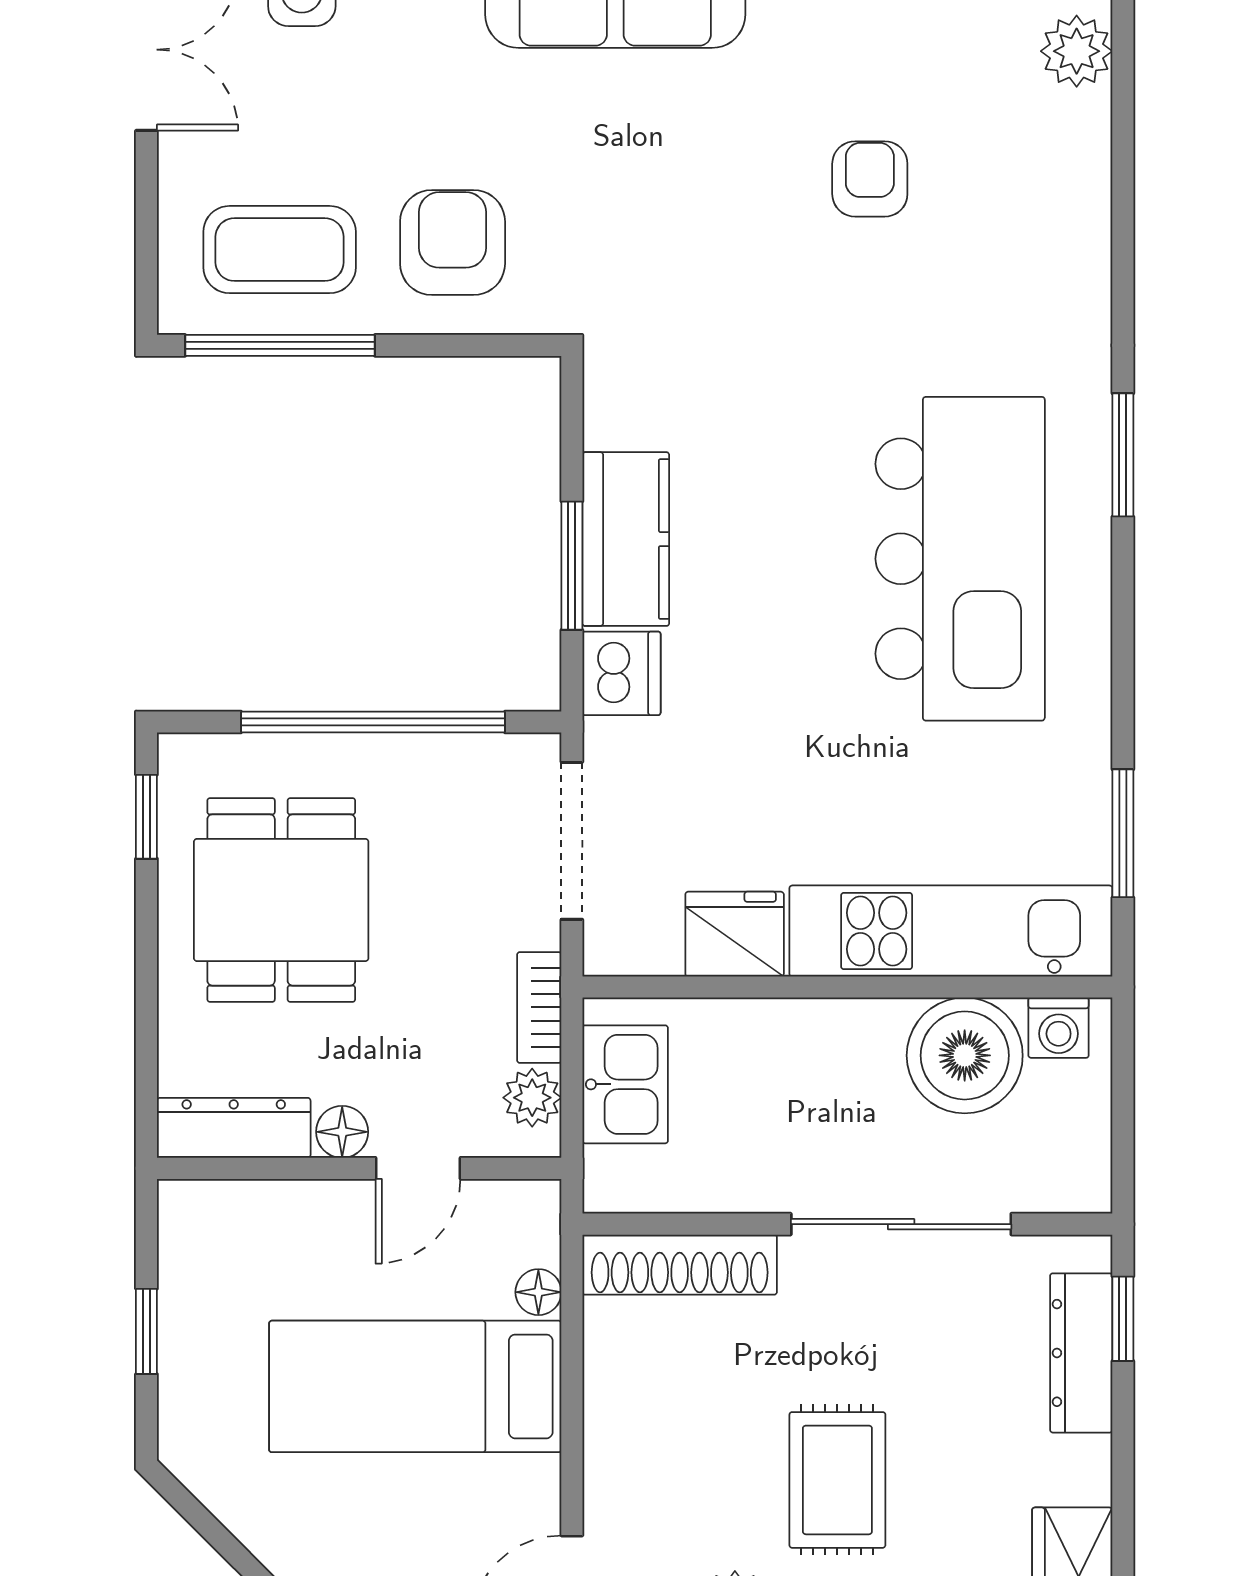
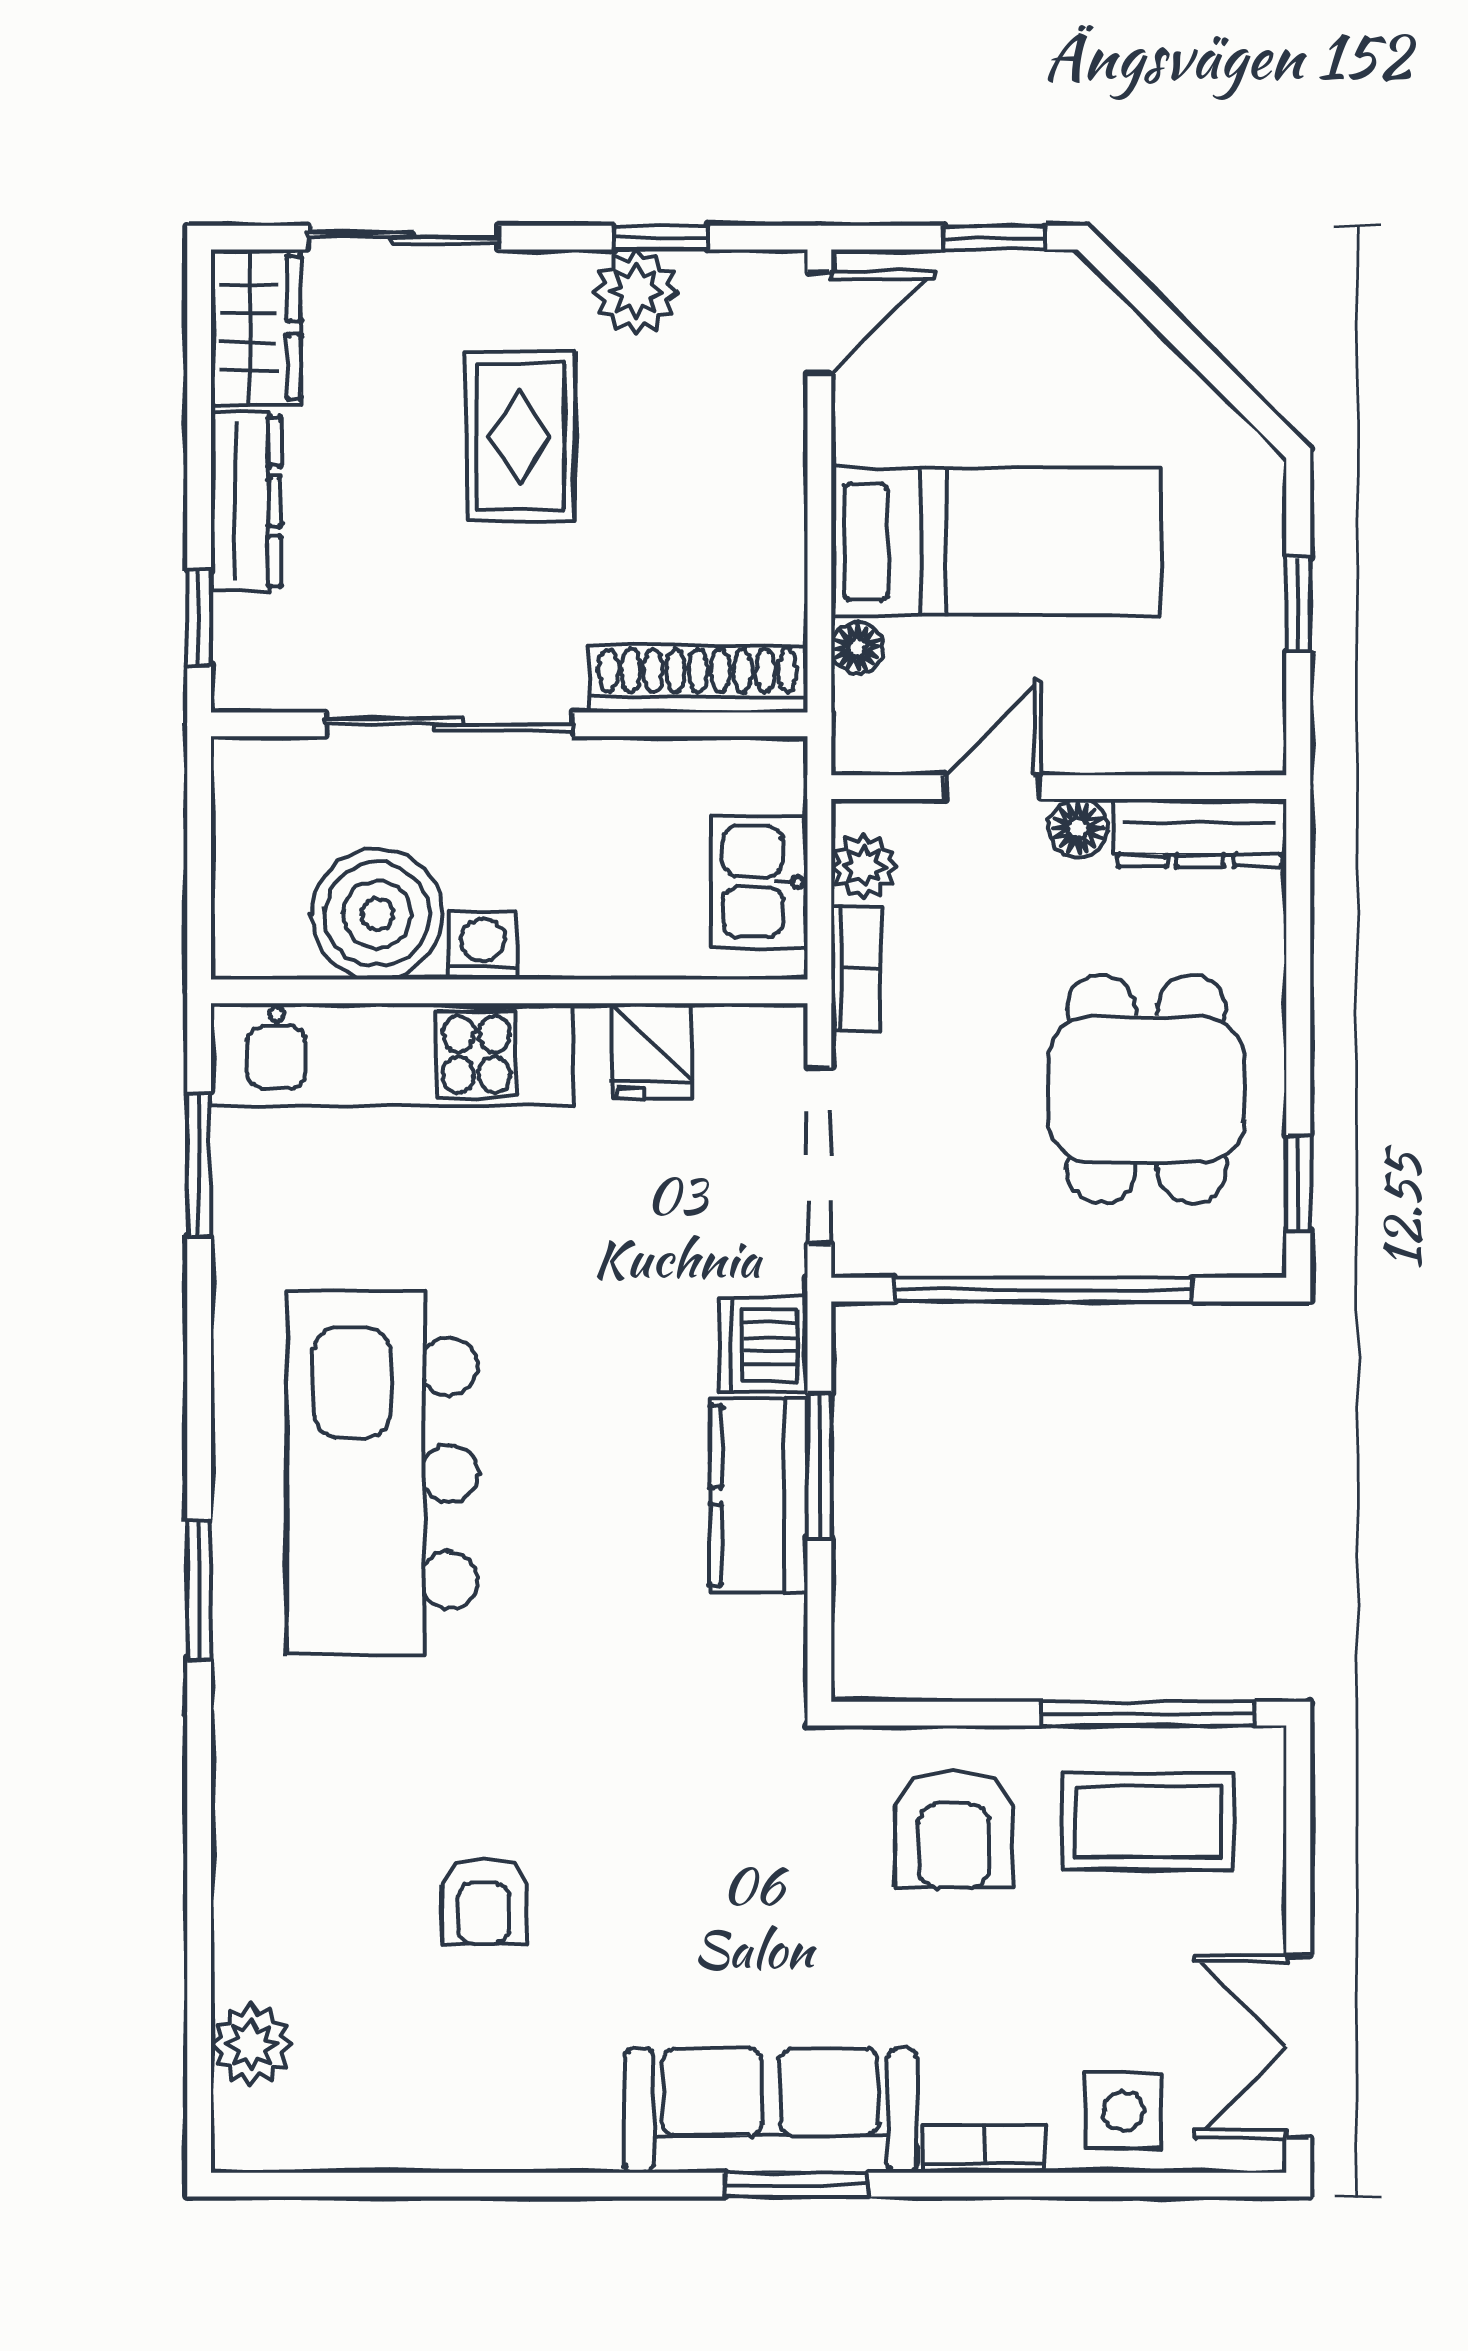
fridge: (735, 934) -> (652, 1051), width x0.72
washing machine: (1059, 1028) -> (483, 946), moved
dresser: (1081, 1353) -> (246, 501), moved

